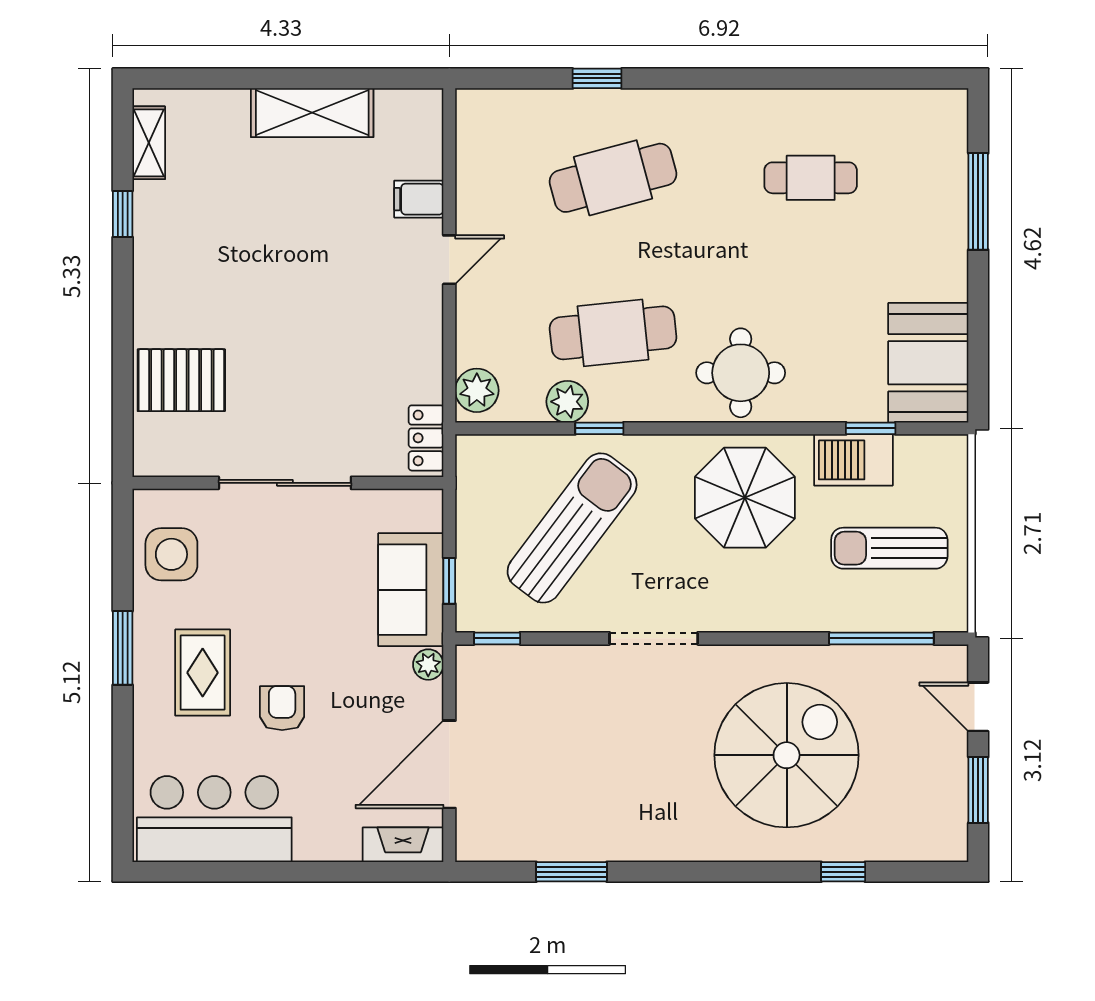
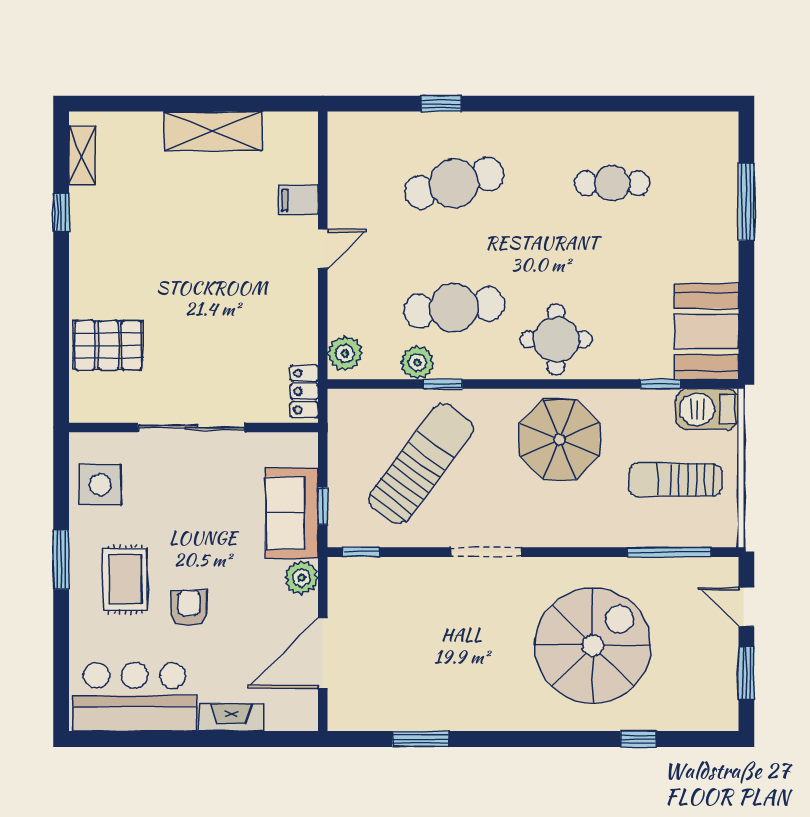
barbecue: (853, 460) -> (707, 409), moved
plant: (428, 665) -> (301, 578), width x1.38, depth x1.38
fireplace: (403, 845) -> (232, 717), moved

